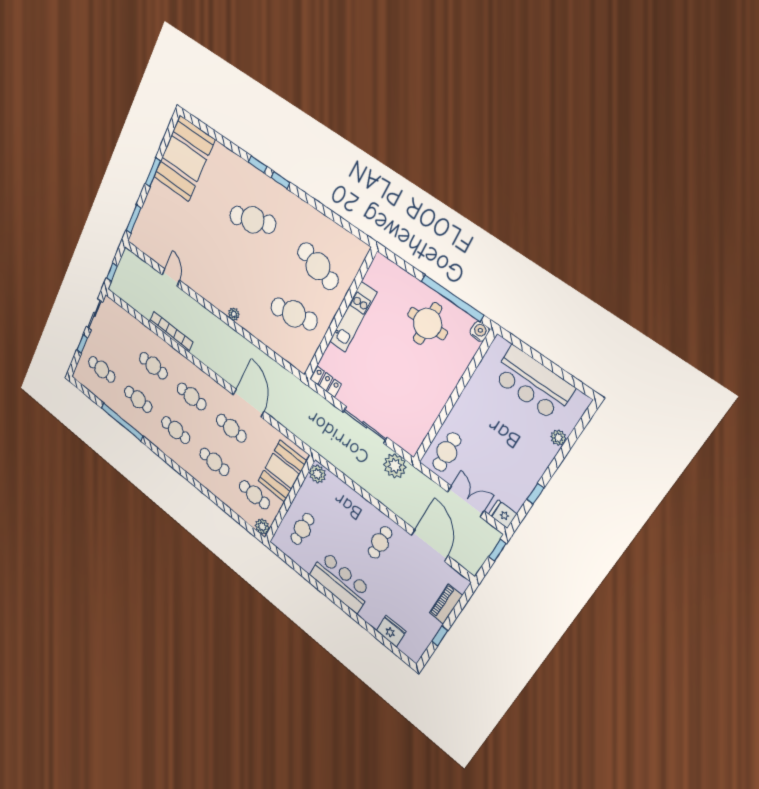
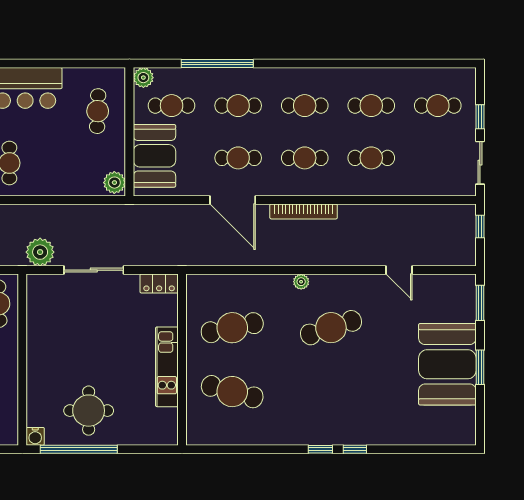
booth: (184, 158) -> (447, 364), moved
cafe table: (253, 220) -> (331, 328), moved
bookcase: (171, 332) -> (304, 211), moved
window: (122, 422) -> (217, 64), moved

